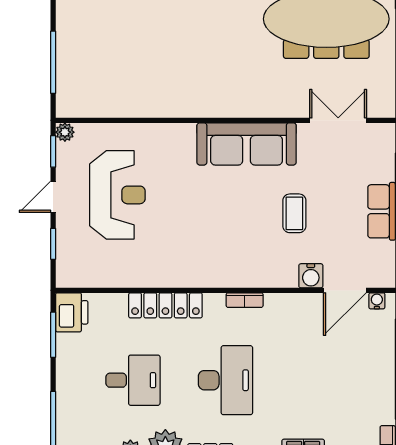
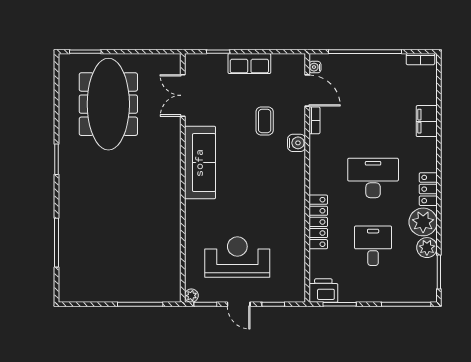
coffee table: (294, 213) -> (265, 121), moved, turned 90
water cooler: (311, 276) -> (297, 143), moved
bookcase: (245, 300) -> (314, 120), moved

